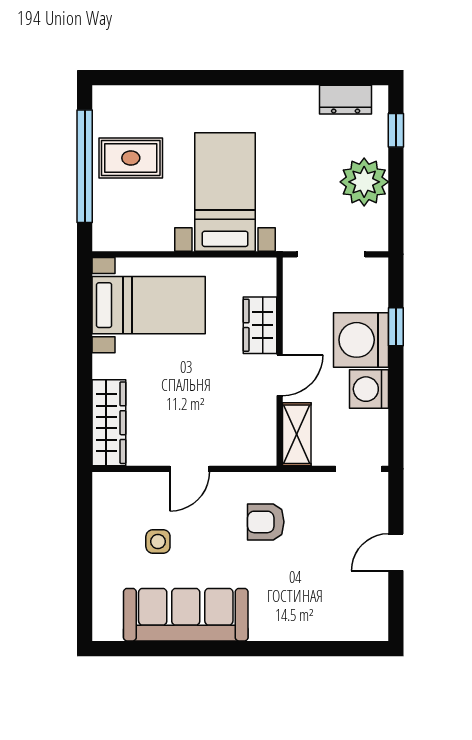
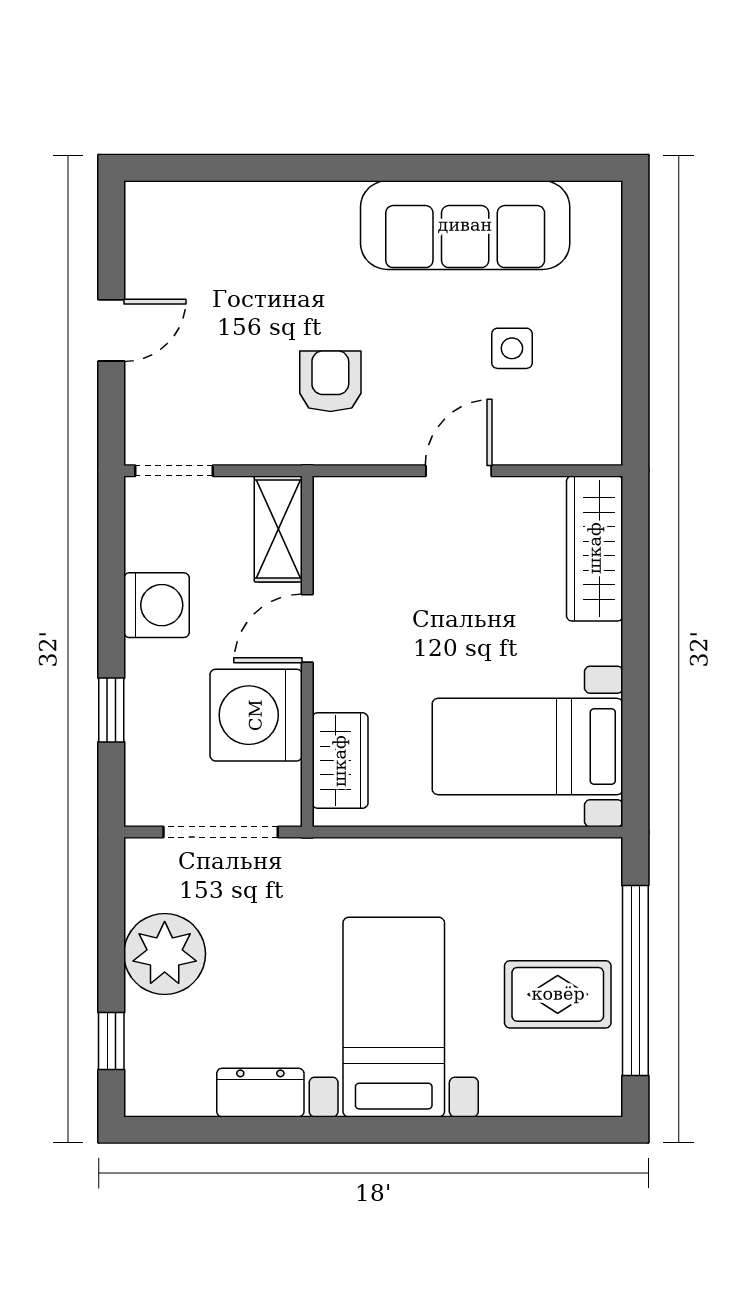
dresser: (346, 100) -> (260, 1093), moved
bed with nightstands: (225, 192) -> (394, 1017), moved, turned 180
wardrobe: (260, 325) -> (340, 761), moved
washing machine: (361, 340) -> (256, 715), moved, turned 180
armchair: (266, 522) -> (330, 381), turned -90

